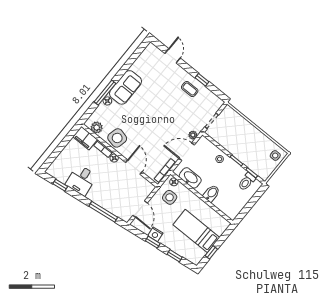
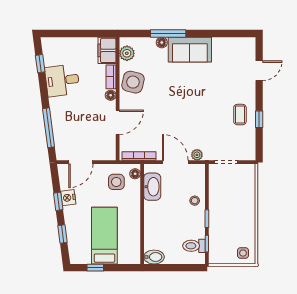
bidet: (211, 193) -> (154, 257), moved

